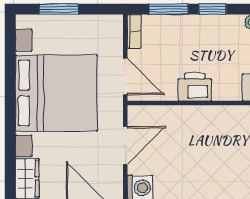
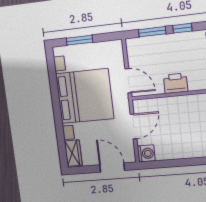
bookcase: (134, 31) -> (131, 50), removed

